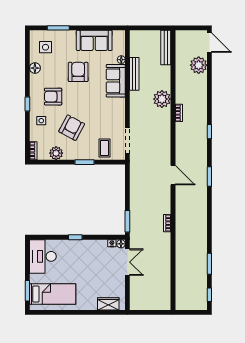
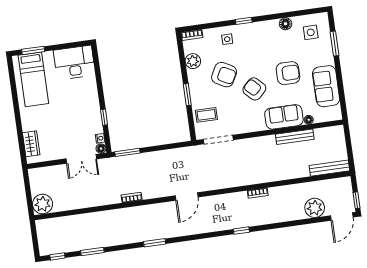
window: (197, 28) -> (357, 200), added
armchair: (53, 97) -> (254, 89), moved, turned -45
plant: (162, 99) -> (43, 204), moved
window: (209, 177) -> (155, 243), moved
window: (75, 237) -> (104, 117), moved

